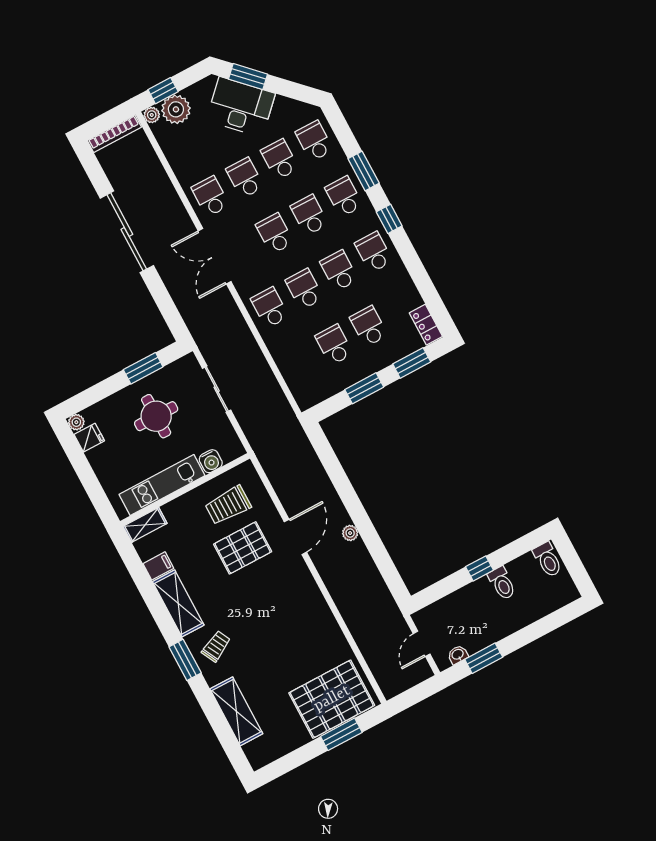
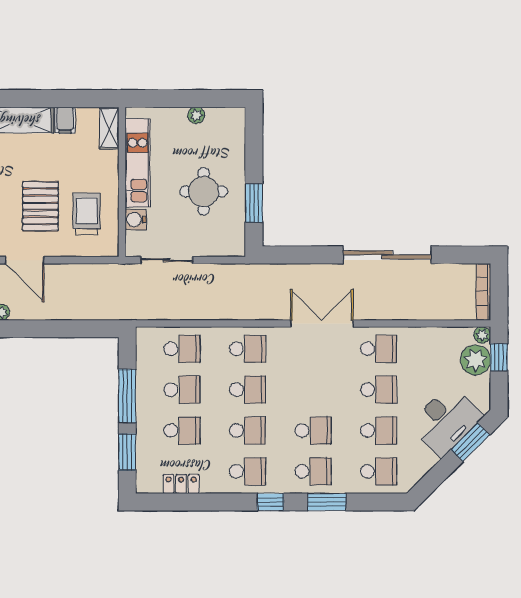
school desk: (275, 234) -> (182, 349), moved
locker: (426, 325) -> (181, 484), moved
window: (364, 388) -> (127, 396), width x1.44
sliding door: (217, 389) -> (167, 260), moved
plant: (76, 422) -> (196, 115), moved
fridge: (89, 438) -> (217, 120), removed

